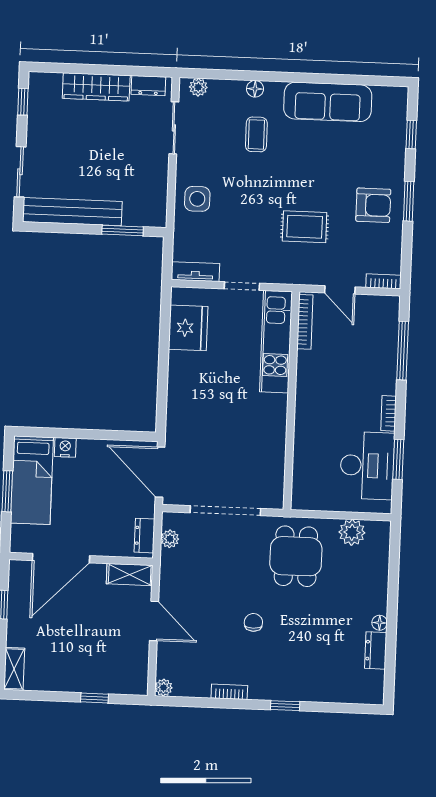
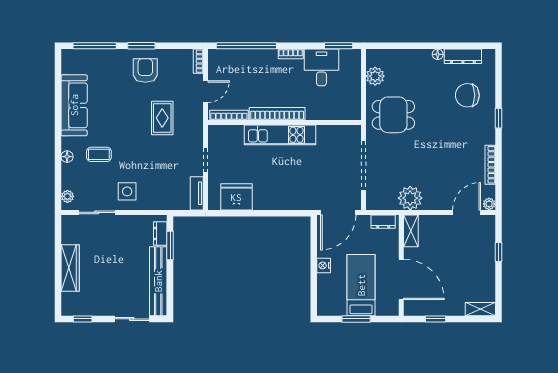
dresser: (148, 86) -> (160, 234), moved, turned 180
window: (411, 134) -> (95, 46), width x2.17
side table: (197, 199) -> (127, 191), moved
kitchen unit: (276, 342) -> (280, 135), moved
window: (403, 351) -> (246, 46), width x1.46
bookcase: (304, 391) -> (277, 114), added
nightstand: (65, 447) -> (324, 265), moved
window: (398, 459) -> (339, 46), moved
desk: (367, 466) -> (321, 67), width x0.73
bed: (32, 480) -> (361, 285), moved, turned -90
plant: (170, 539) -> (410, 198), moved, width x1.88, depth x1.88
door: (154, 621) -> (467, 212), moved
chair: (253, 622) -> (467, 95), moved, width x1.87, depth x1.87
dresser: (376, 650) -> (463, 56), width x1.44
bookcase: (229, 692) -> (490, 165), width x1.56

